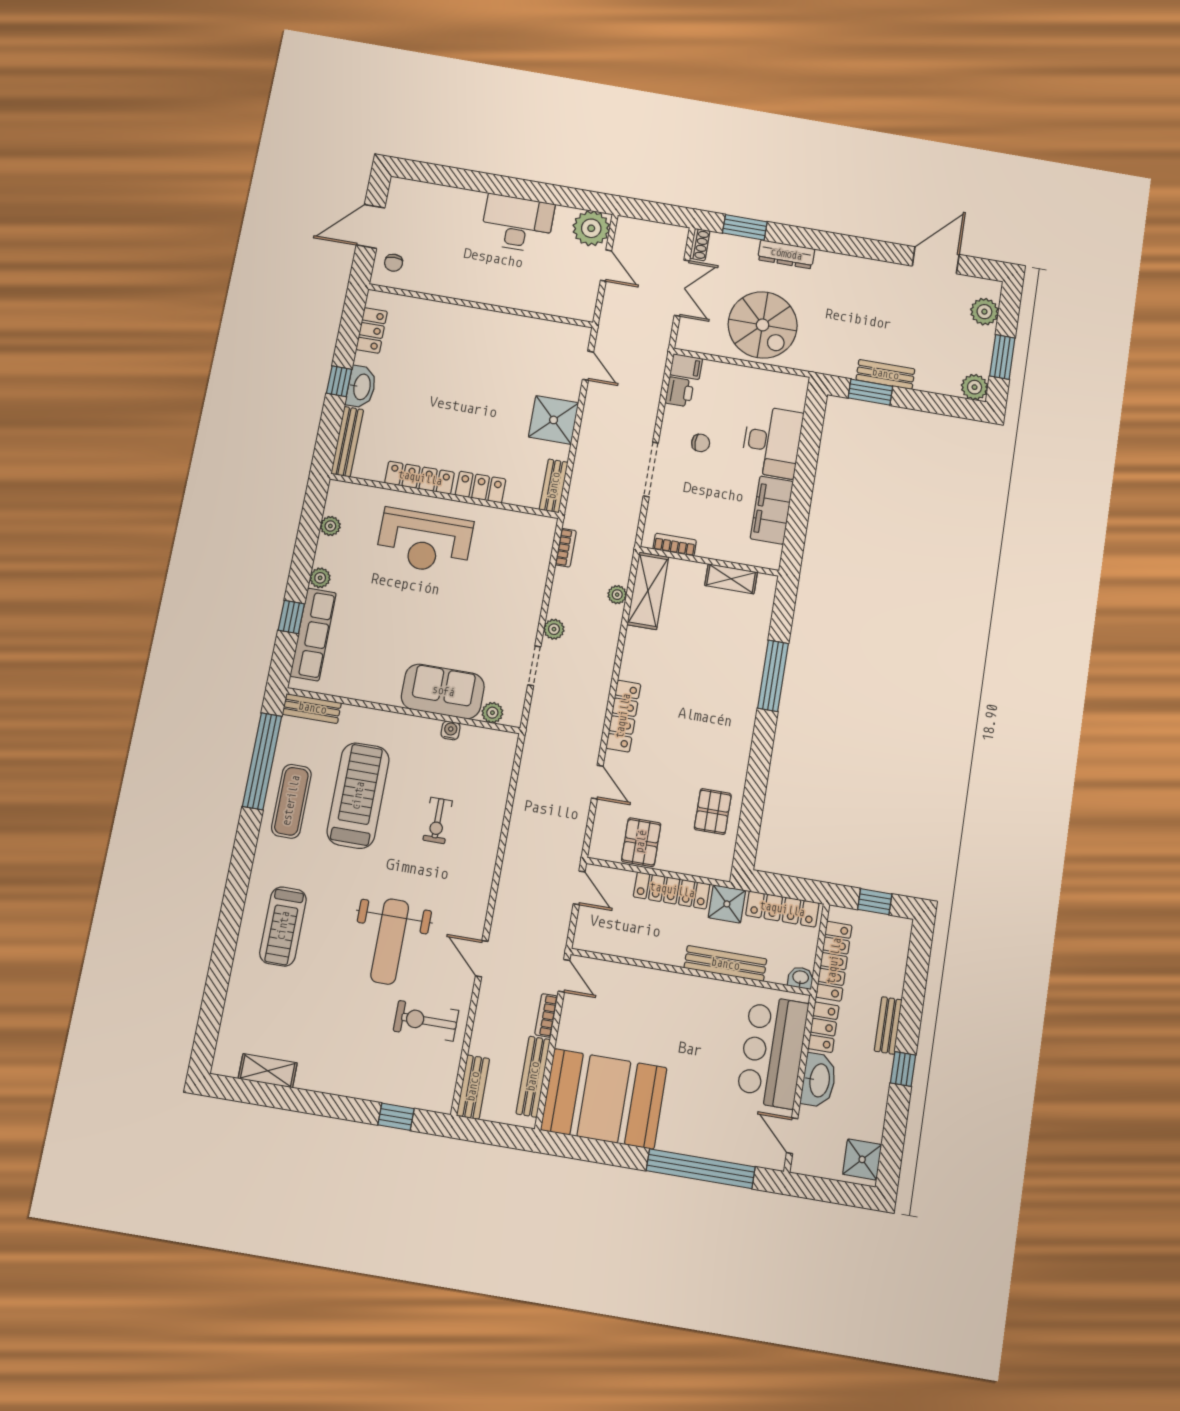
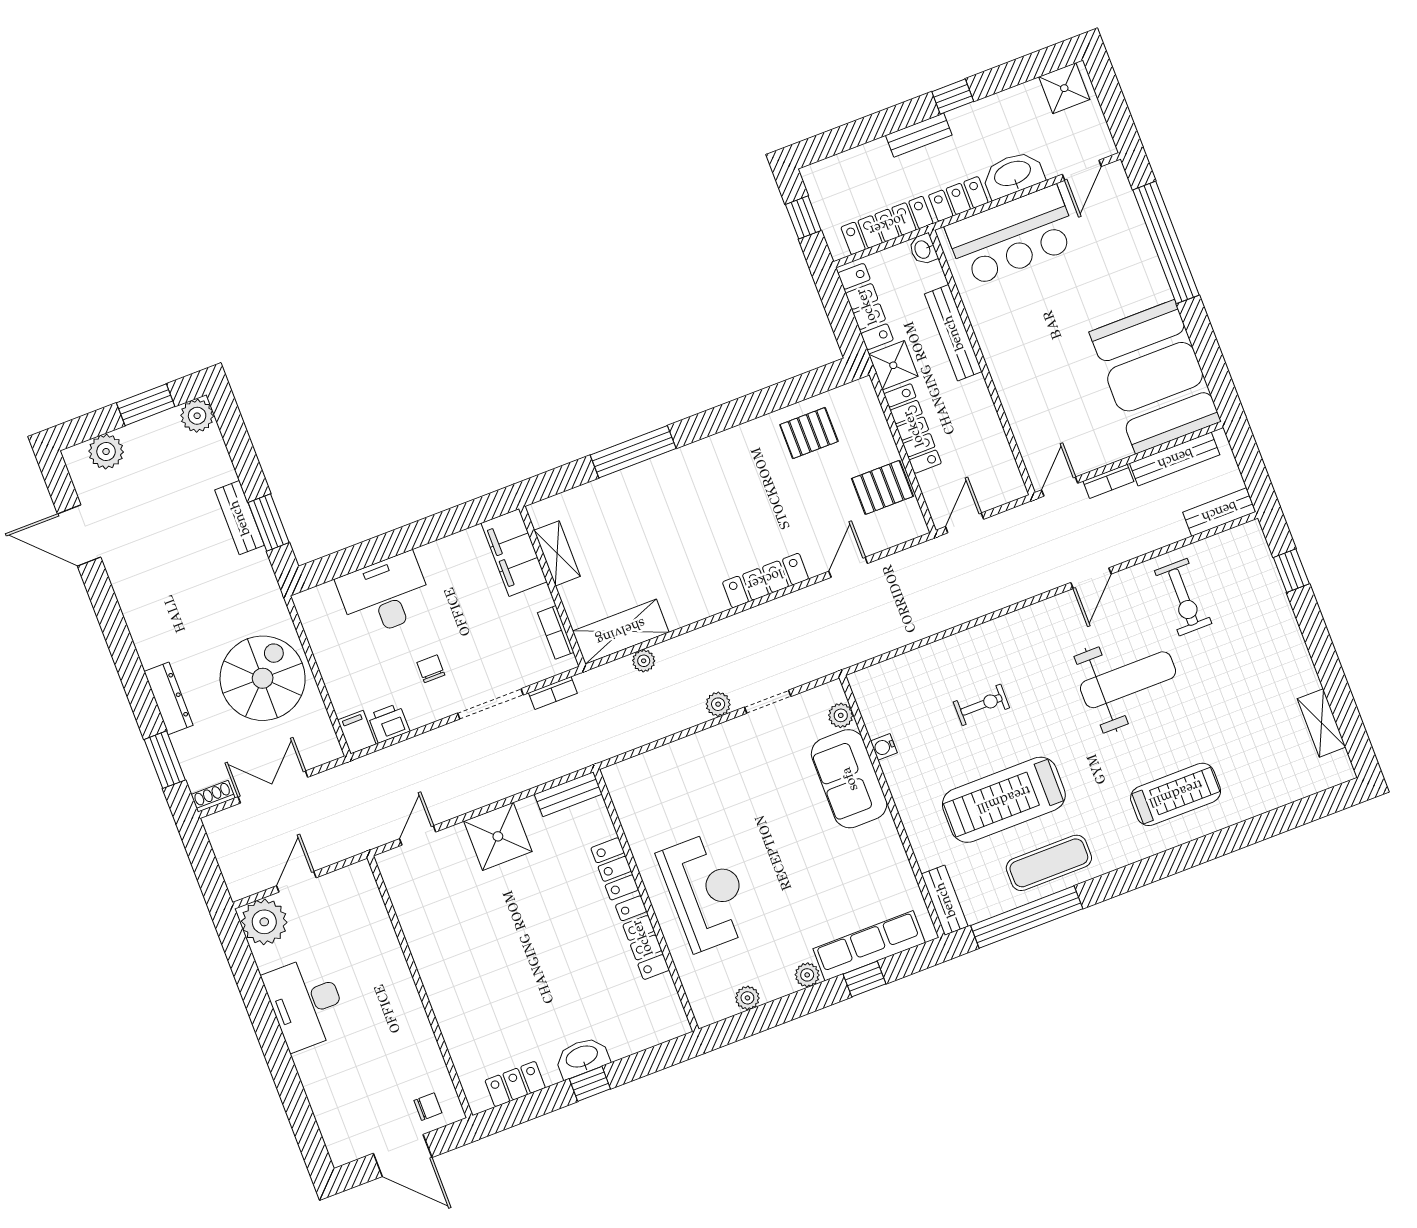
bench: (347, 442) -> (649, 1036), removed
filing cabinet: (772, 510) -> (514, 552), moved, turned 90
bookcase: (566, 548) -> (553, 693), moved, turned 180

